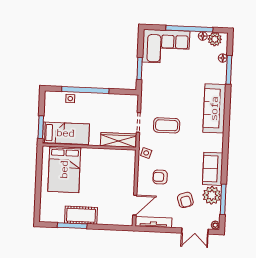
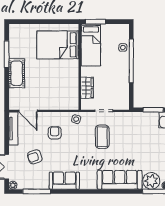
wardrobe: (118, 140) -> (87, 88), width x0.67
plant: (212, 195) -> (151, 181), moved
cot: (81, 215) -> (17, 73), moved

